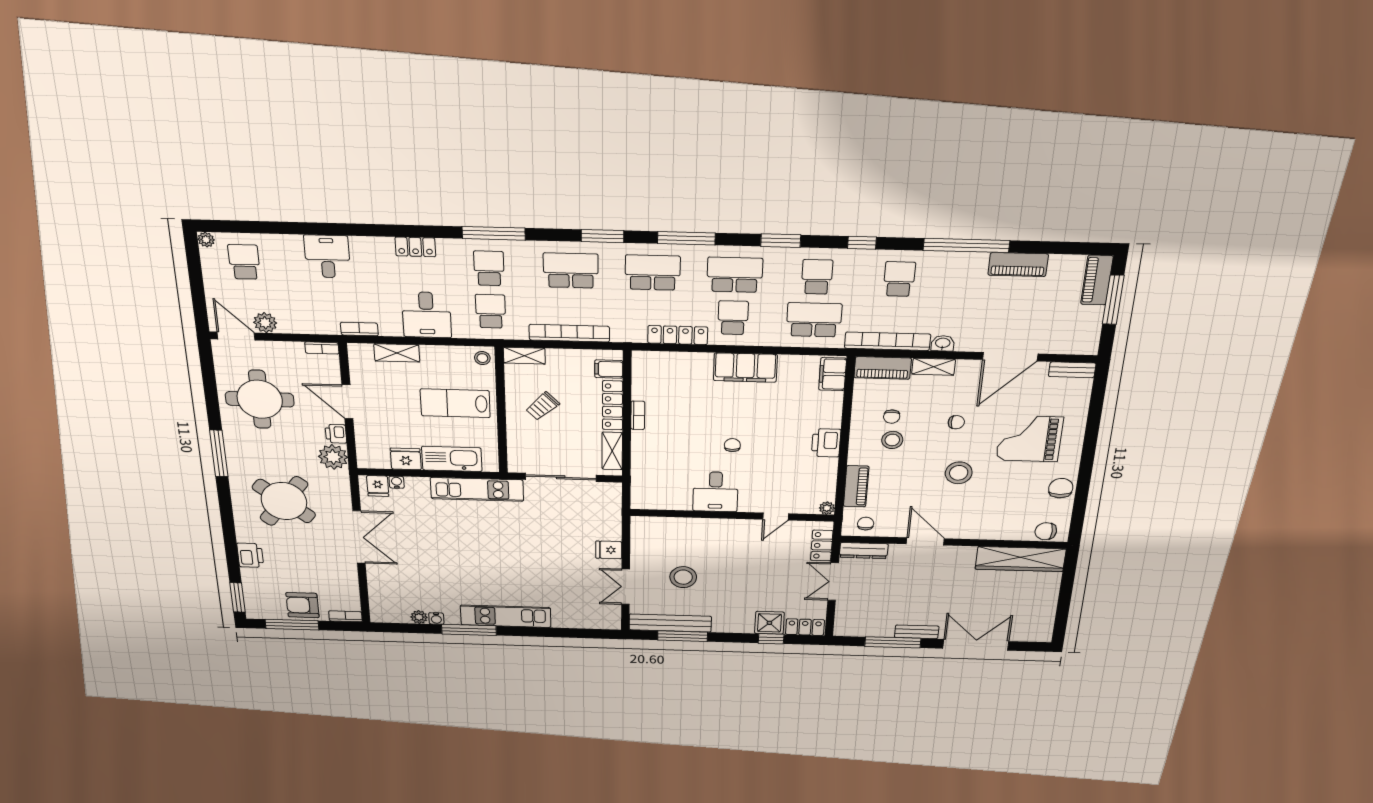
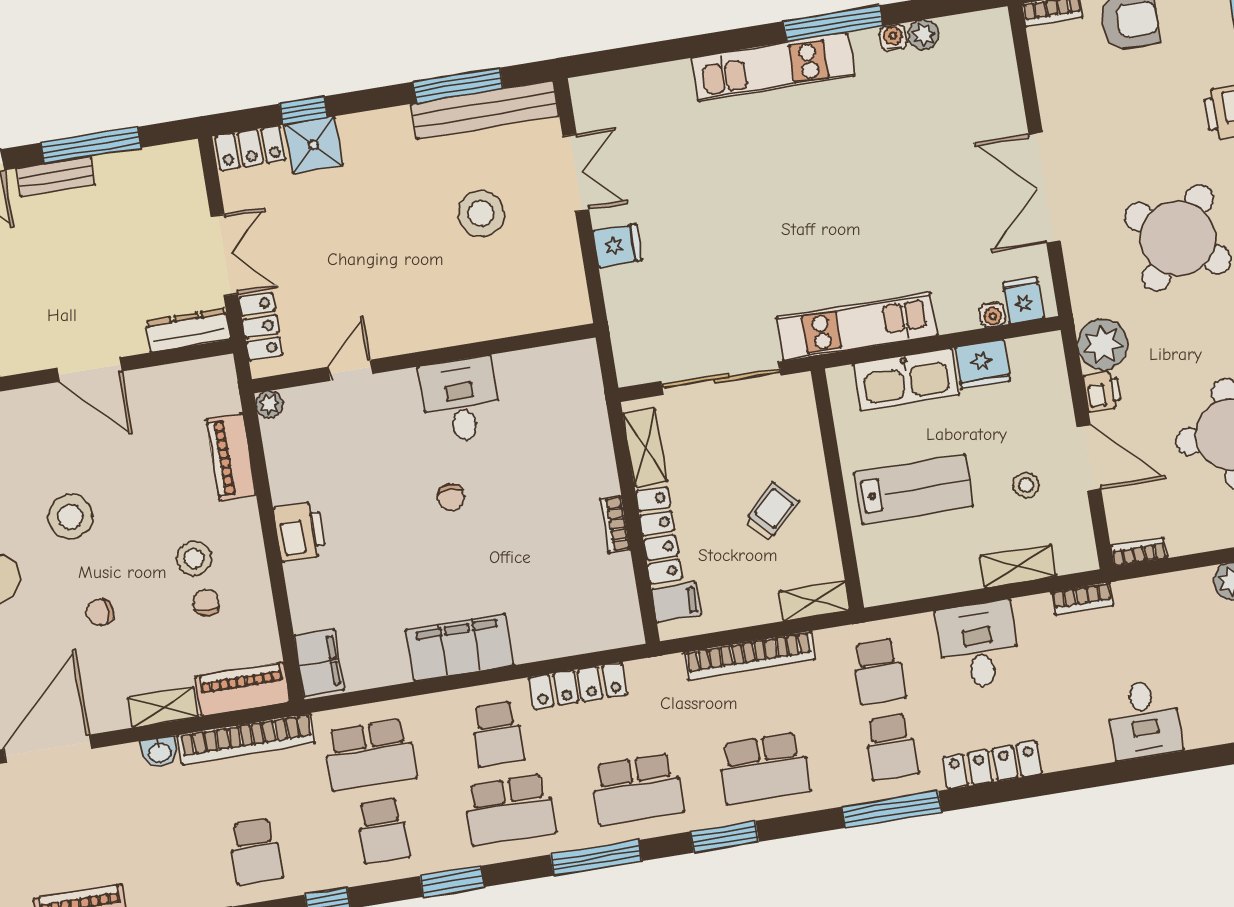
locker: (415, 247) -> (992, 765), width x1.53
stool: (482, 358) -> (1026, 485), moved
chair: (866, 524) -> (198, 386), removed

